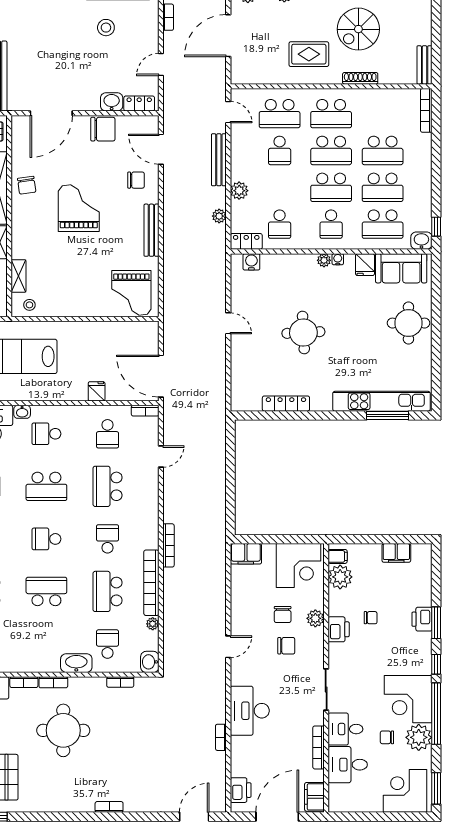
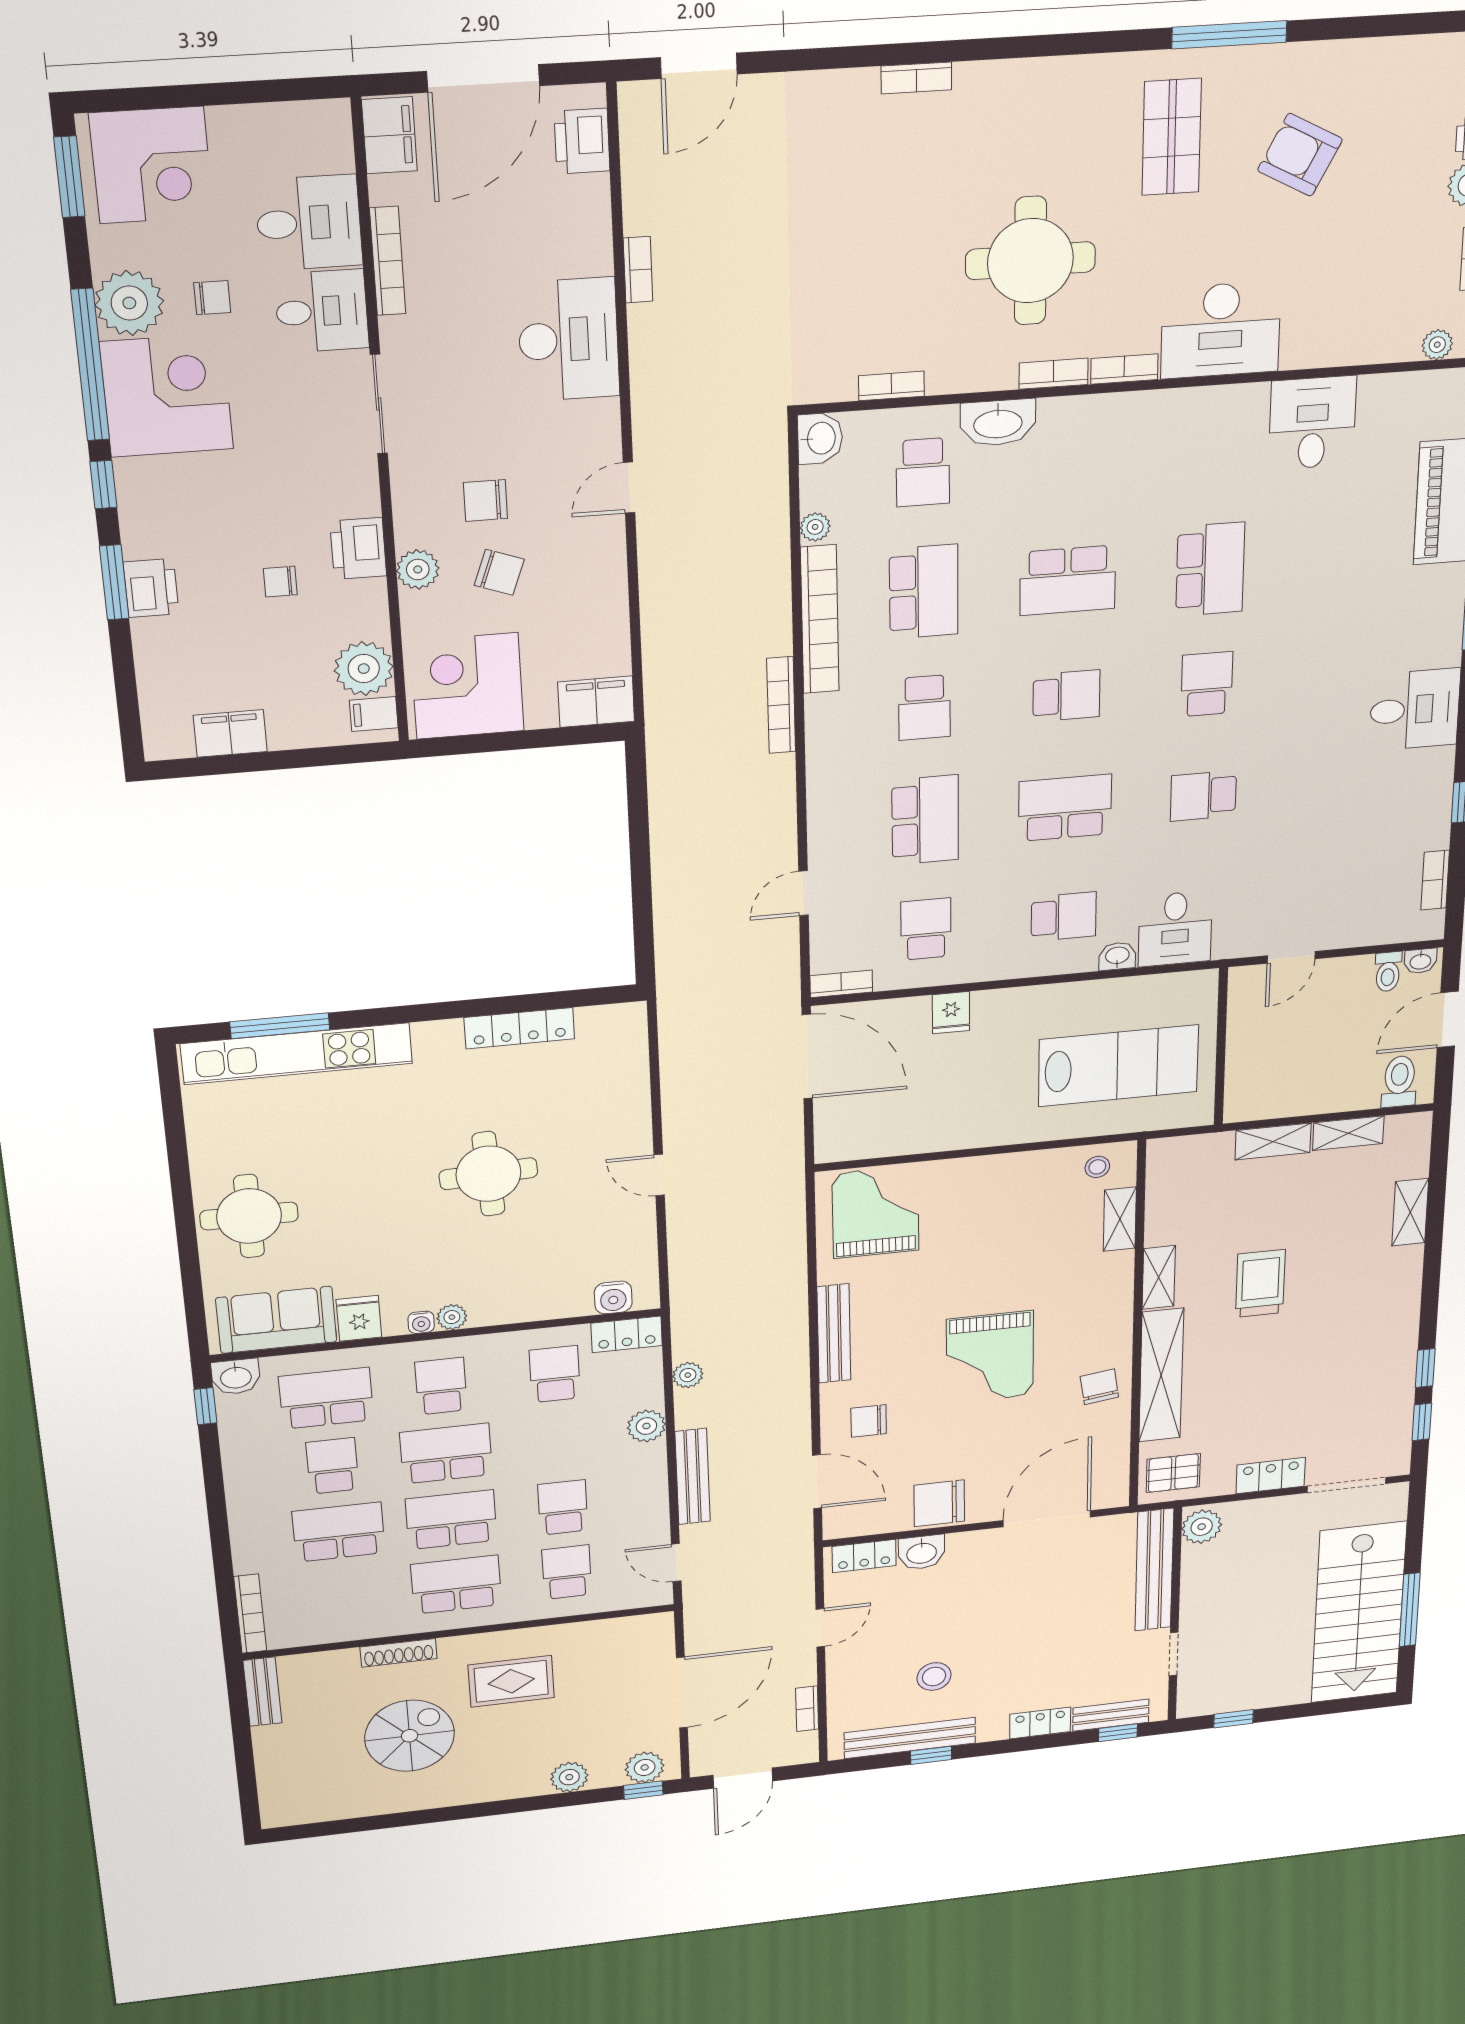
school desk: (280, 114) -> (567, 1572), width x0.54
school desk: (383, 187) -> (333, 1466), width x0.54
chair: (283, 614) -> (499, 572), turned 110

